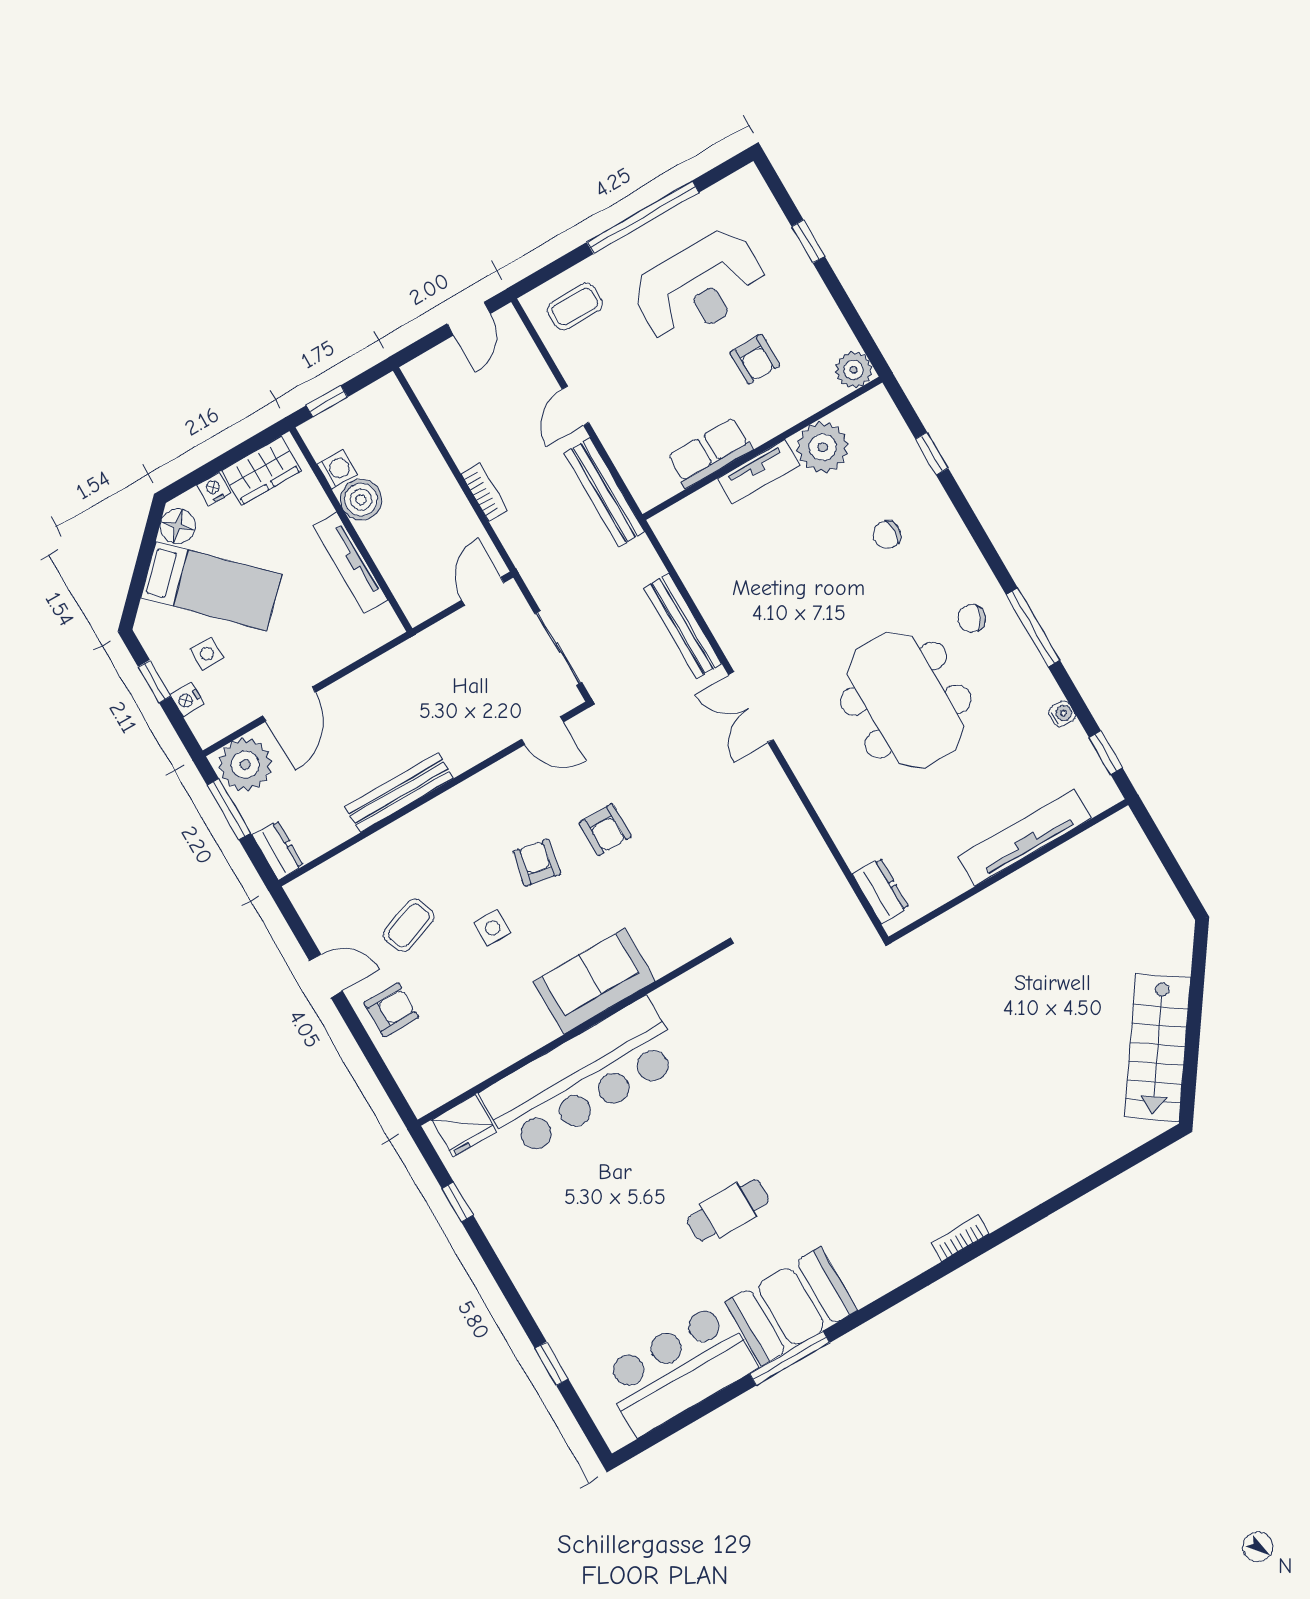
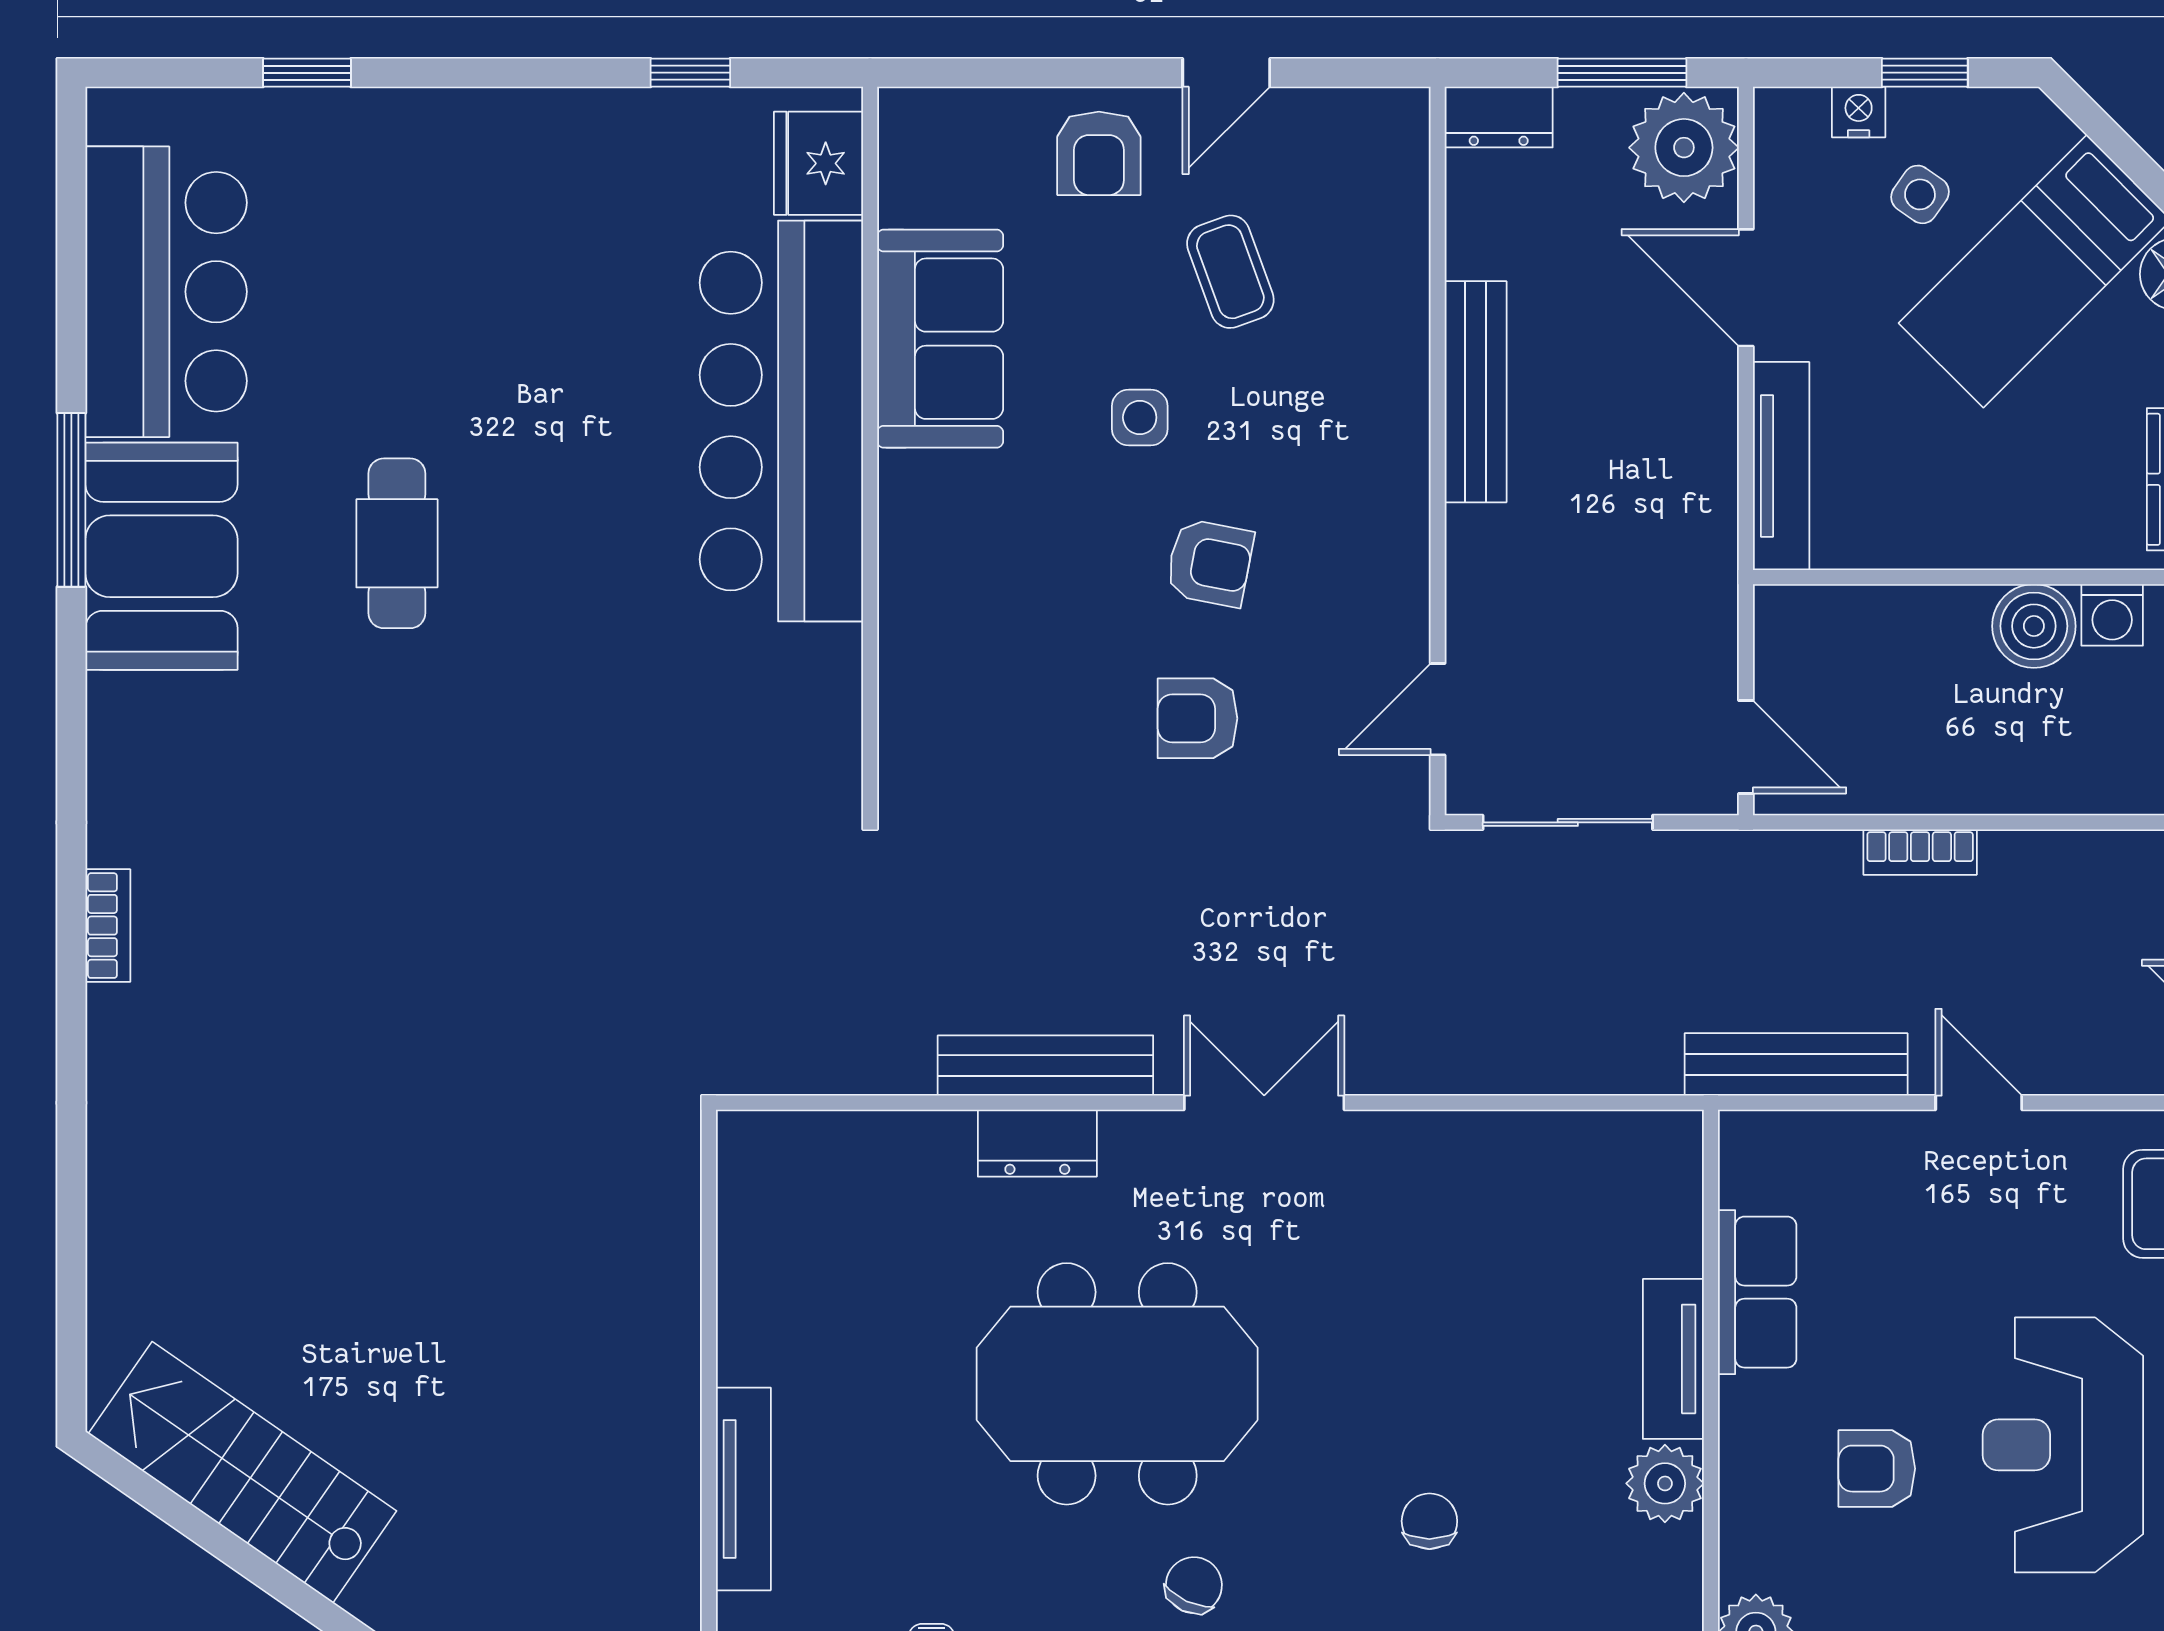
plant: (823, 447) -> (1665, 1483), width x0.73, depth x0.73
tv unit: (350, 563) -> (1781, 466), moved, turned 90
bench: (683, 626) -> (1045, 1065), moved
side table: (207, 654) -> (1920, 194), turned 35
tv unit: (1024, 838) -> (743, 1489), width x0.73, depth x0.78
dresser: (881, 891) -> (1037, 1143), moved
sofa: (594, 981) -> (940, 339), moved

